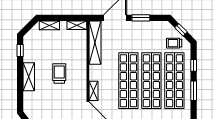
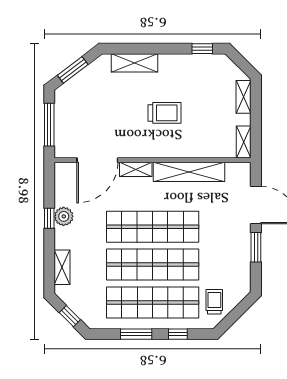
window: (181, 30) -> (236, 313), removed
shelving: (95, 43) -> (189, 172), moved
shelving: (29, 77) -> (135, 63), moved

